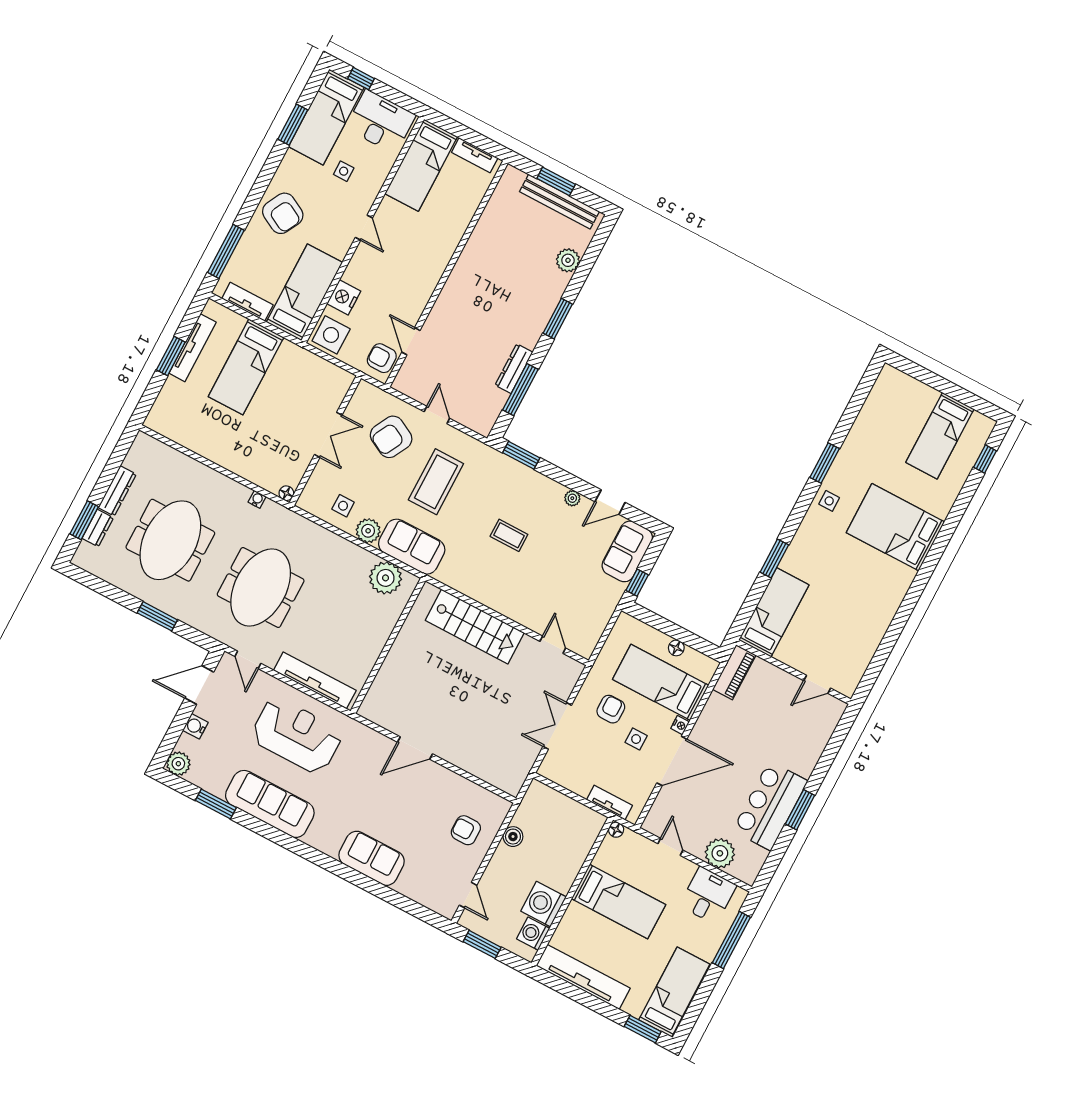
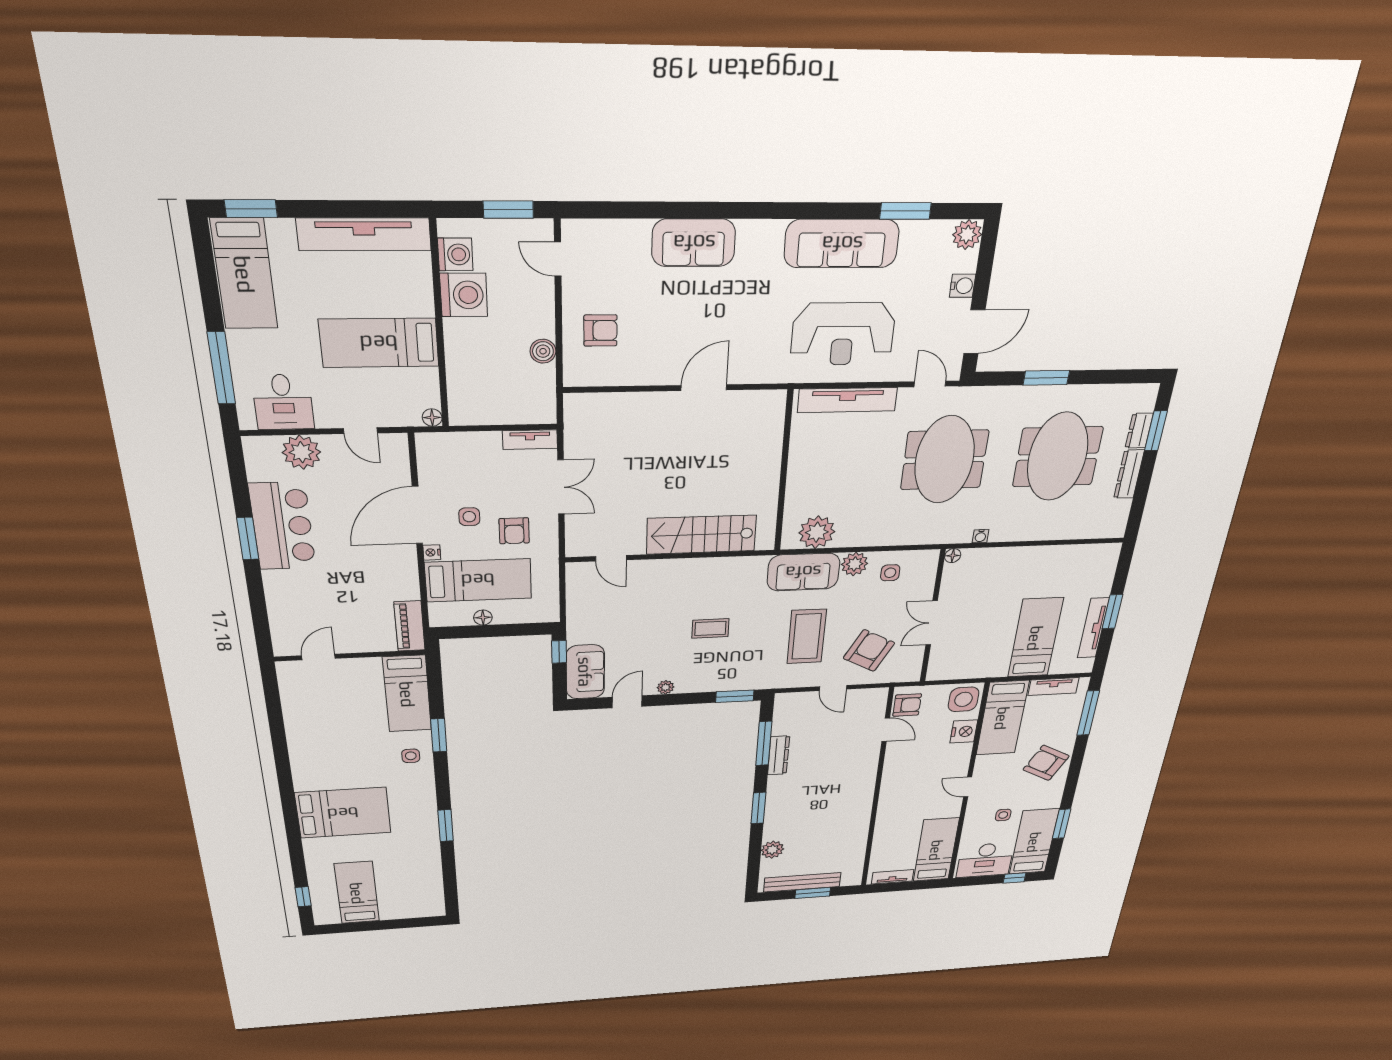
side table: (829, 501) -> (411, 756), moved
tv unit: (609, 803) -> (530, 440), moved

